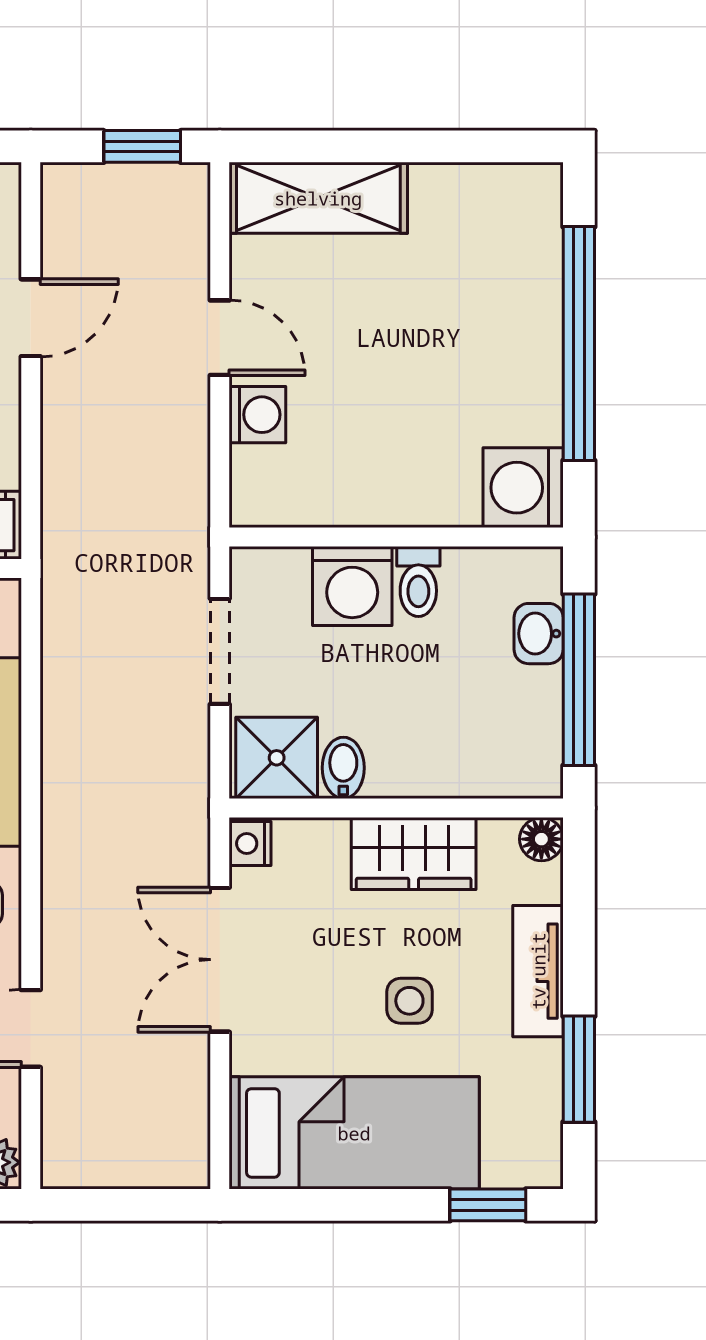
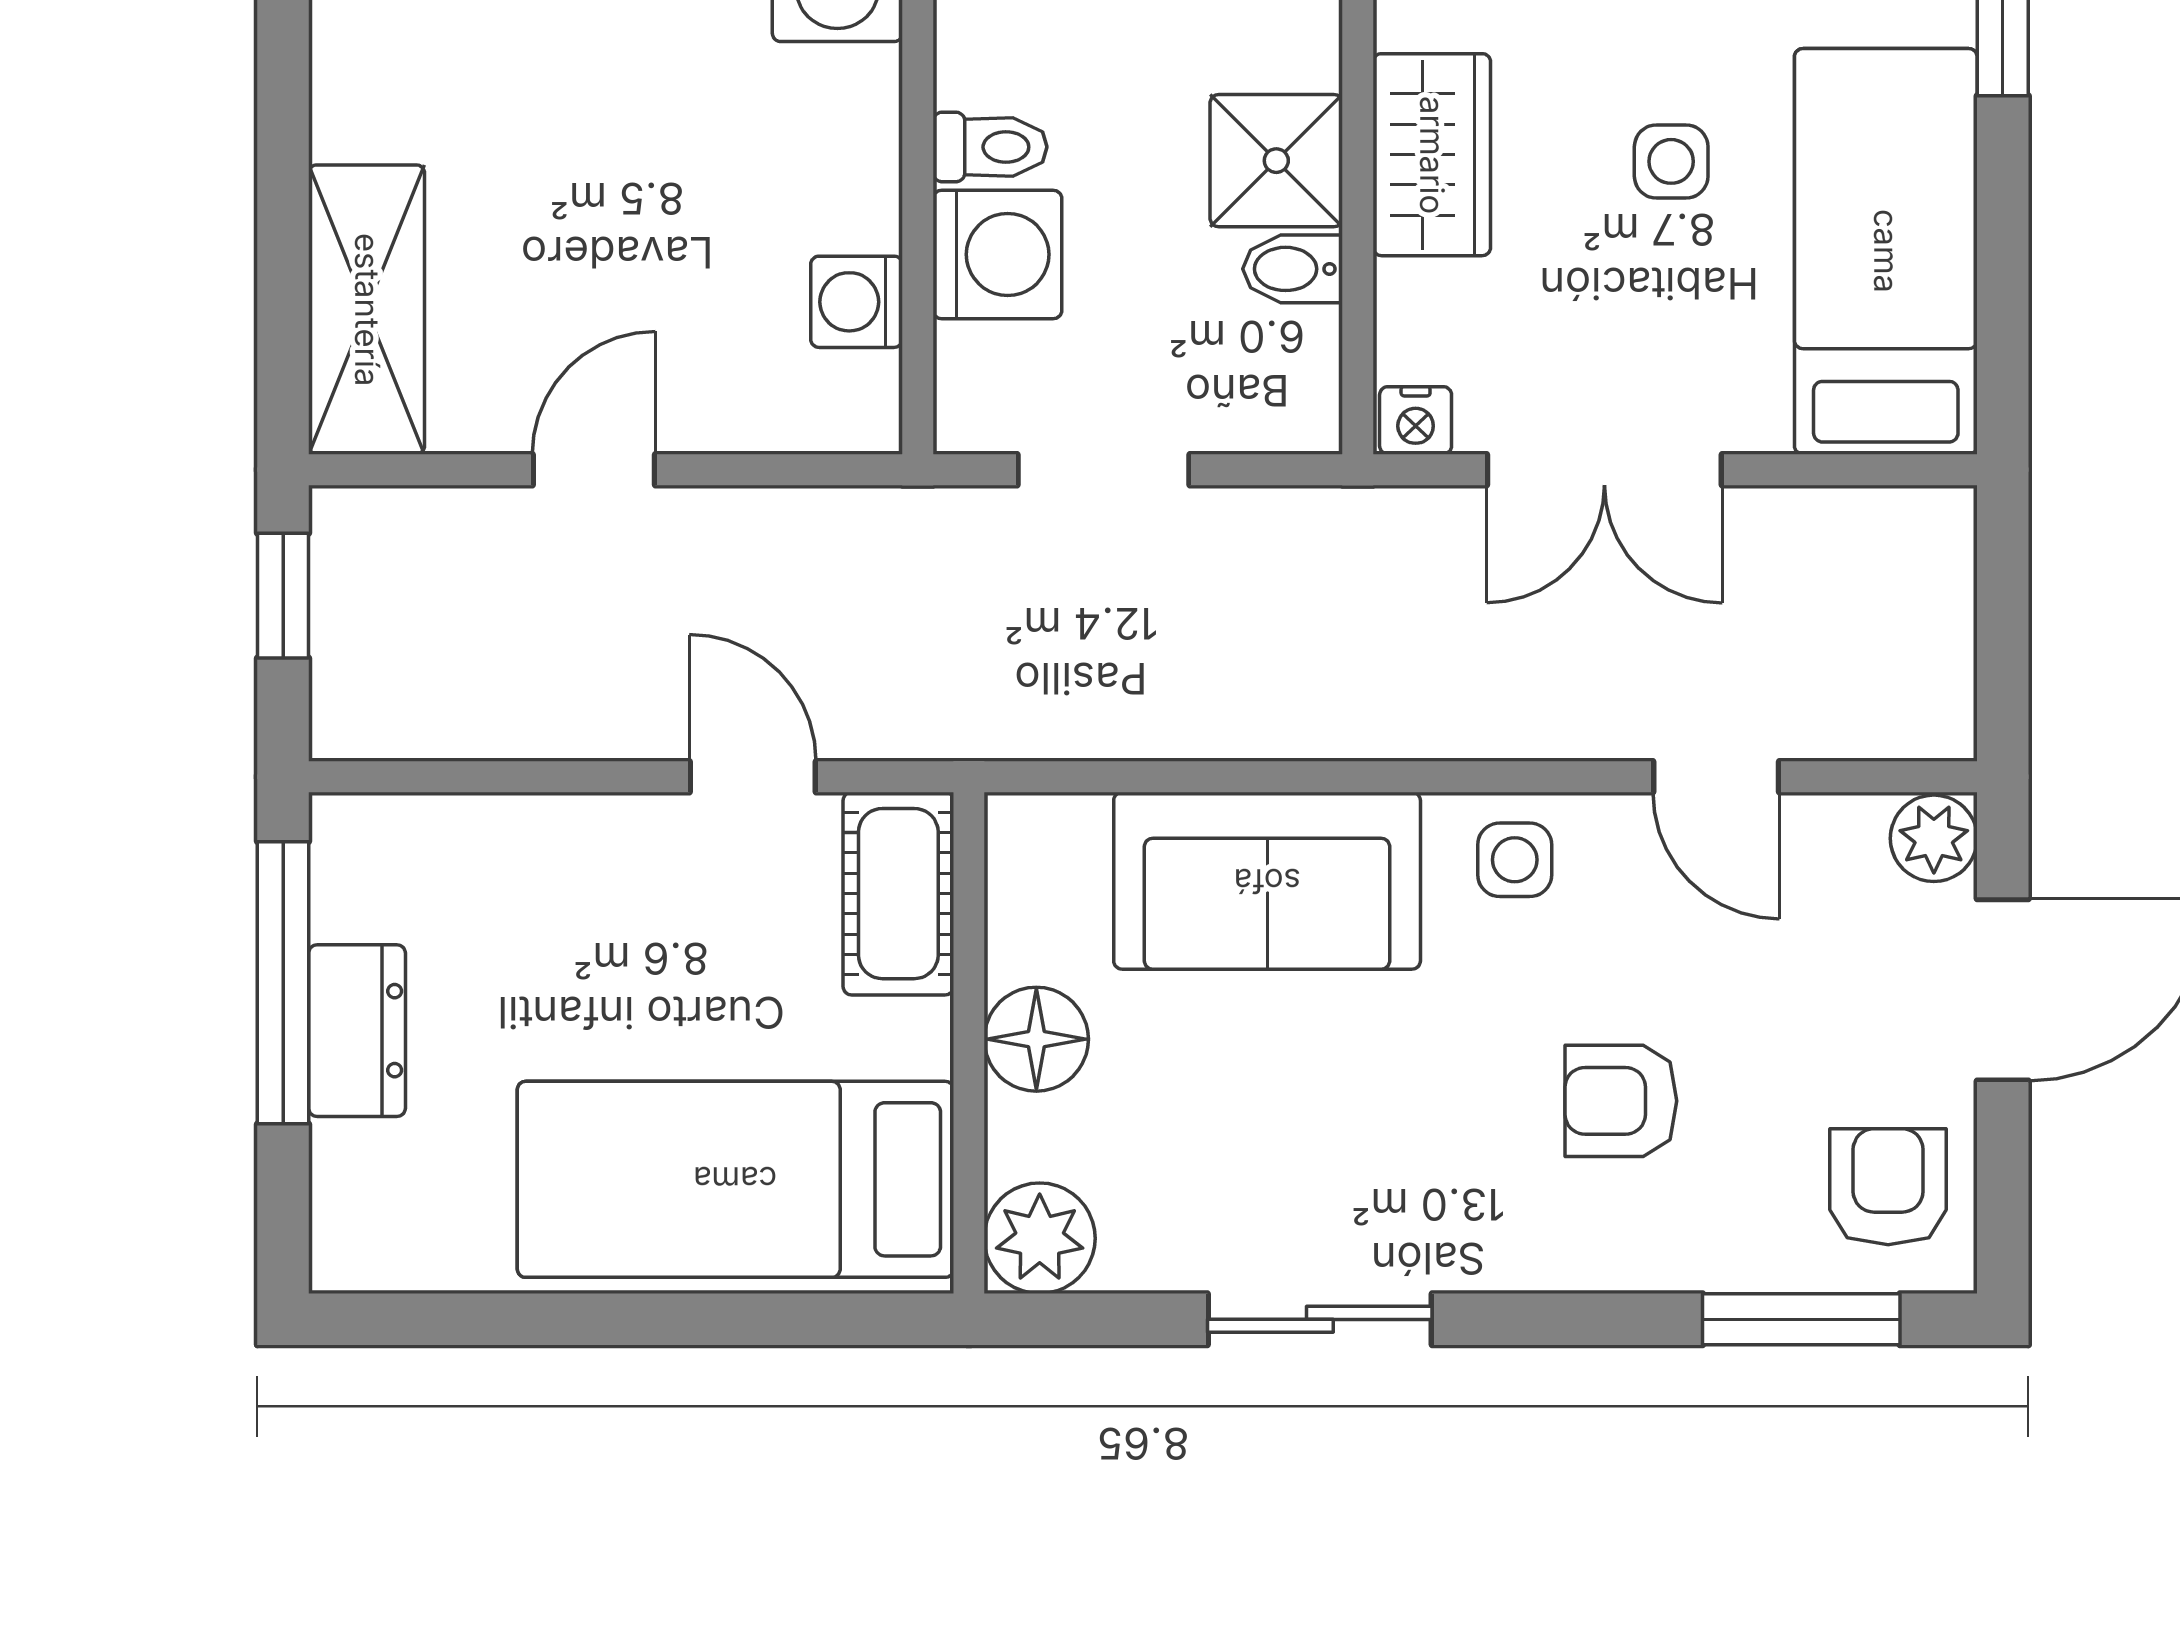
door: (31, 318) -> (753, 777), moved
washing machine: (257, 415) -> (857, 302), moved, turned -90
shower: (277, 758) -> (1276, 161), moved

